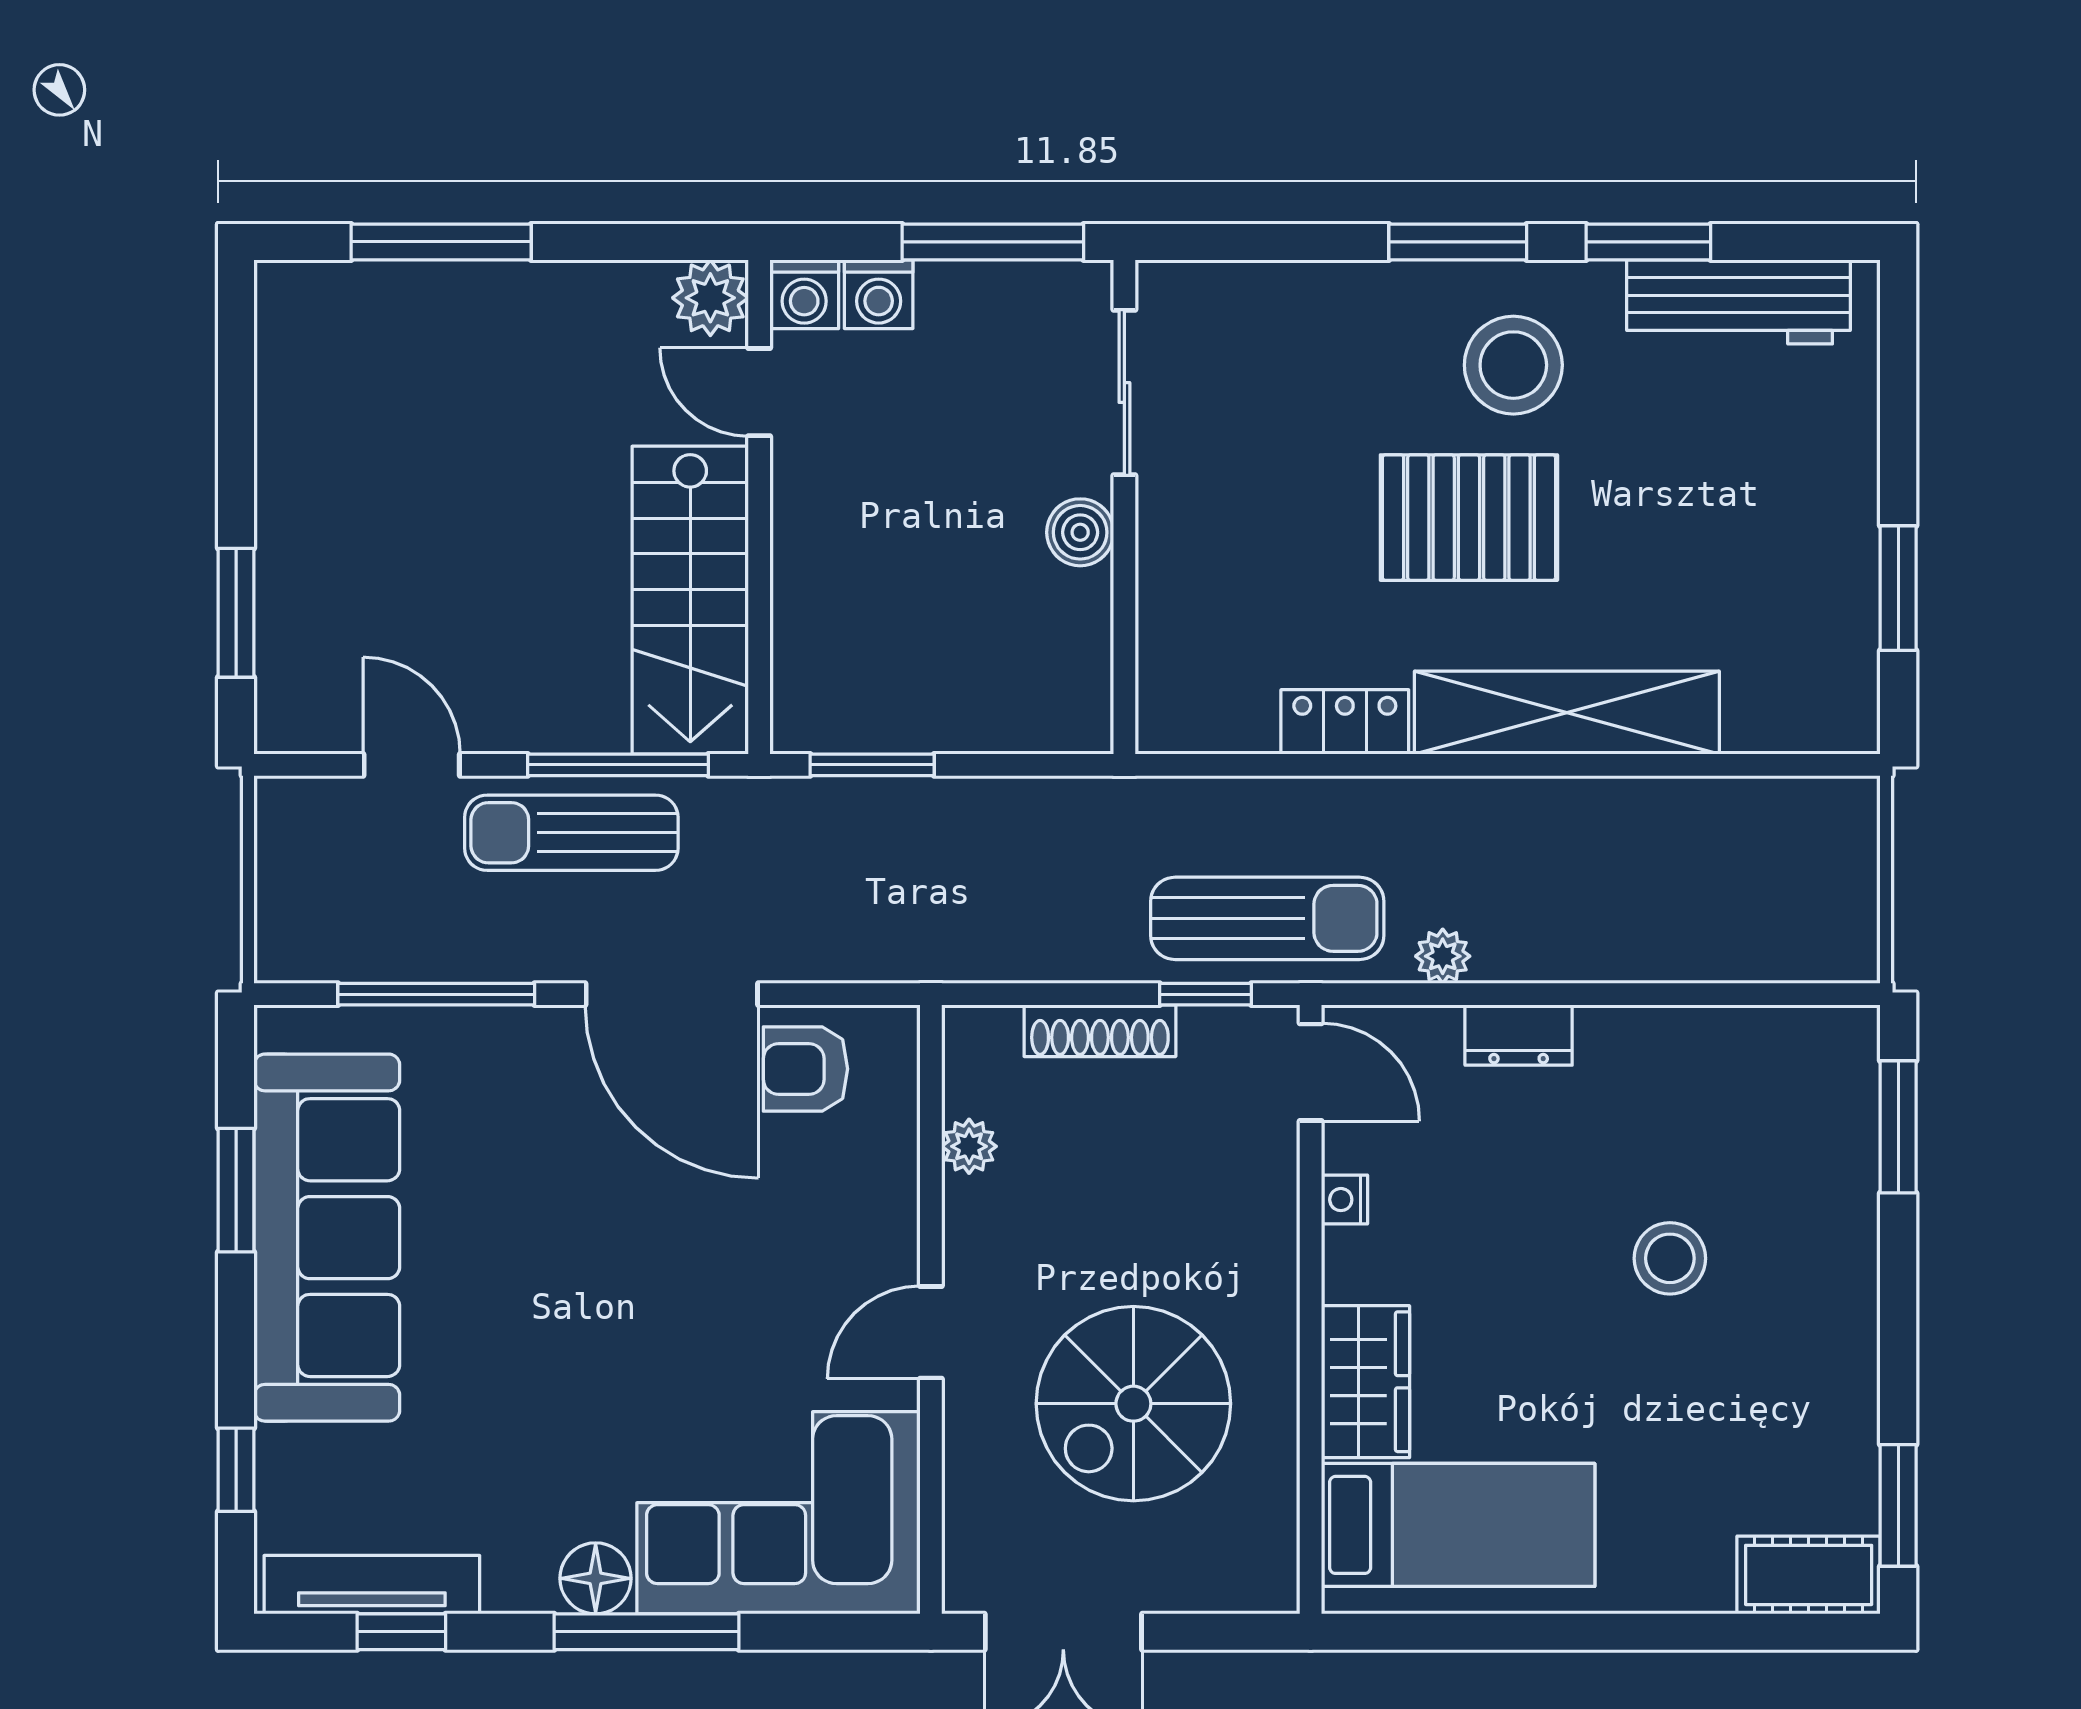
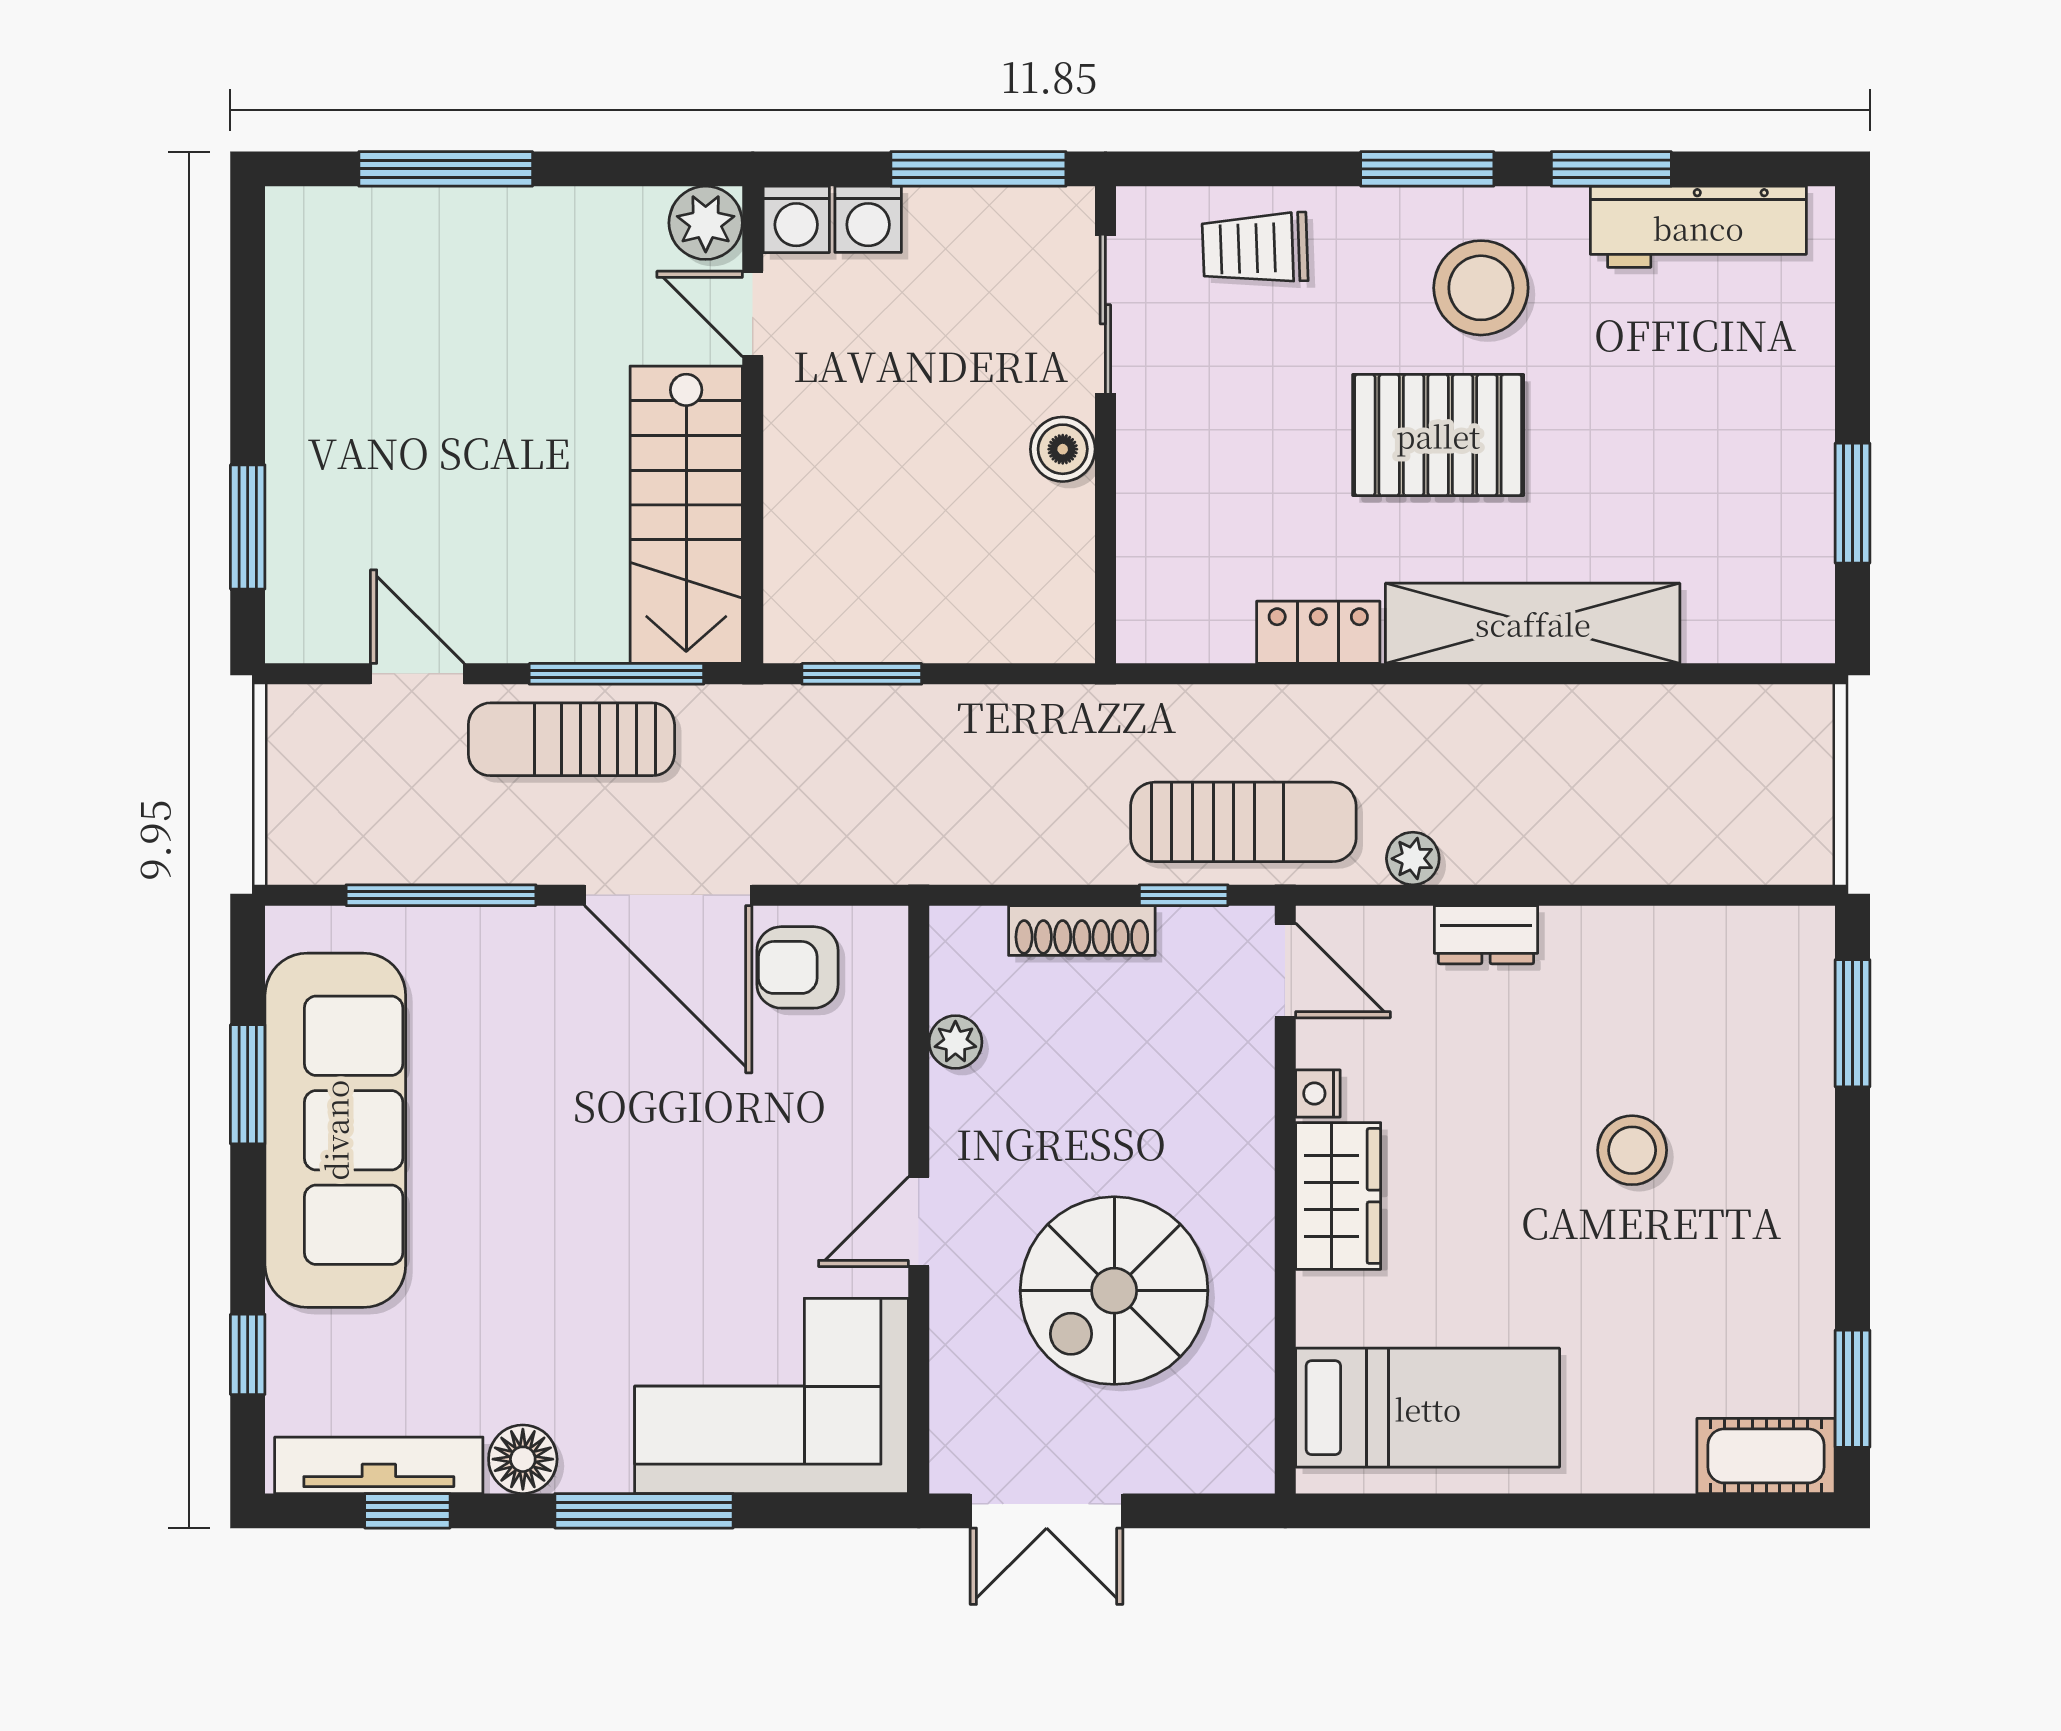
trolley: (1279, 324) -> (1255, 248), added
wardrobe: (1365, 1382) -> (1338, 1196), moved
floor lamp: (596, 1578) -> (523, 1459), moved

